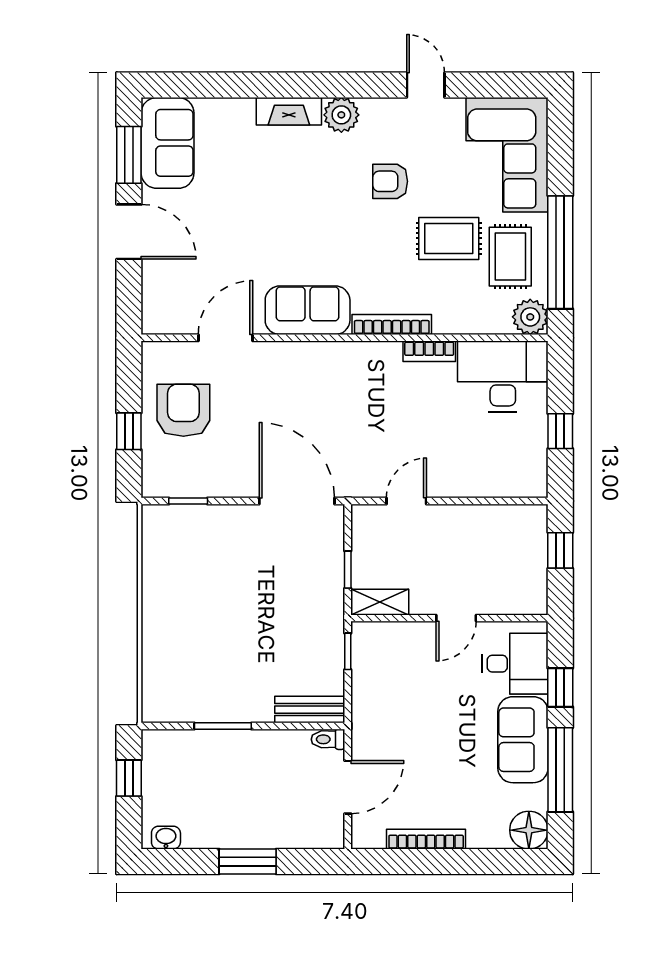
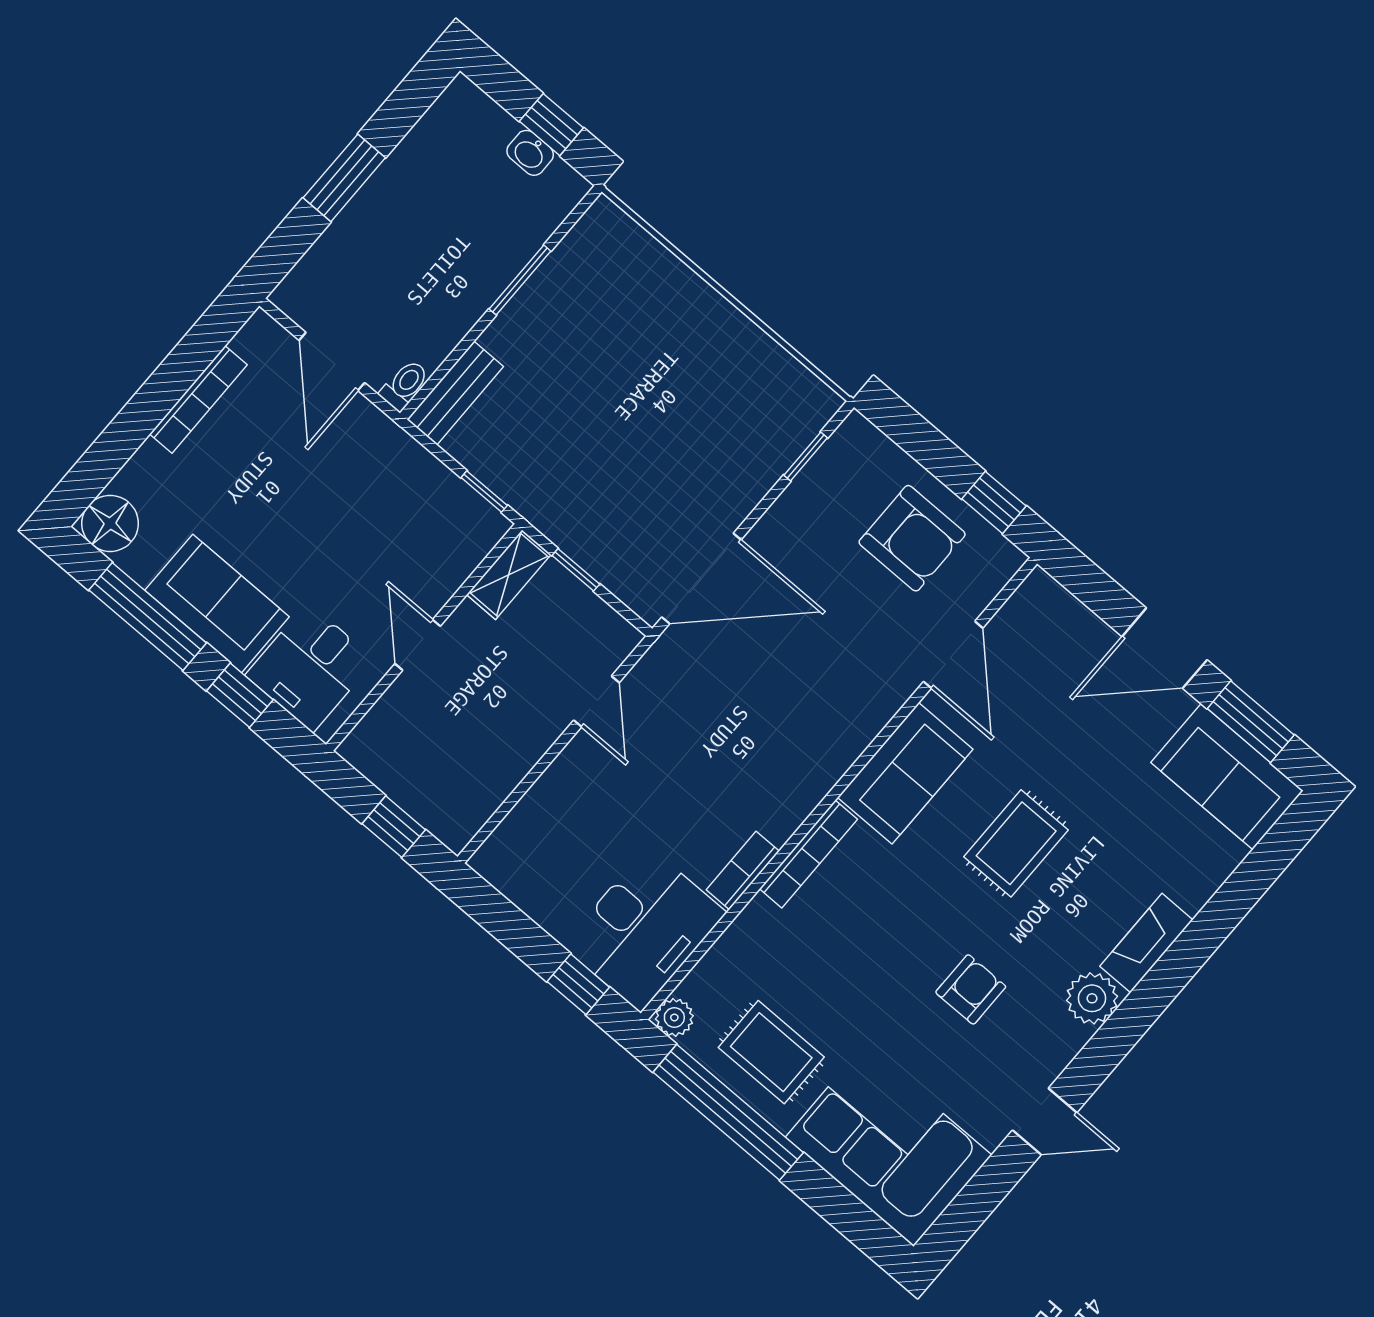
rug: (449, 238) -> (1016, 843), moved
plant: (530, 317) -> (674, 1017), width x0.73, depth x0.73
window: (129, 431) -> (994, 502), moved
window: (560, 431) -> (578, 984), moved
washbasin: (166, 838) -> (530, 153), moved, turned 90

